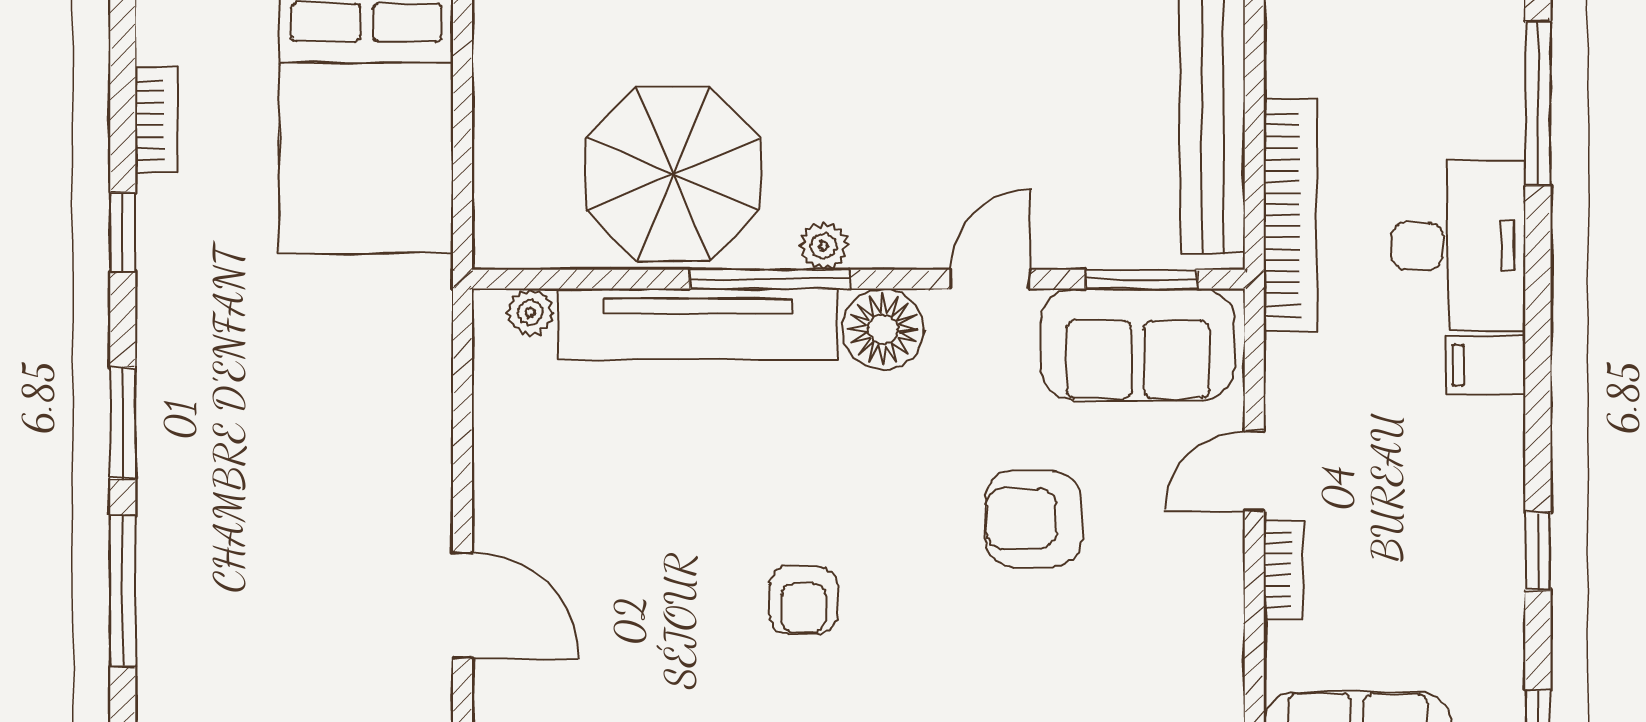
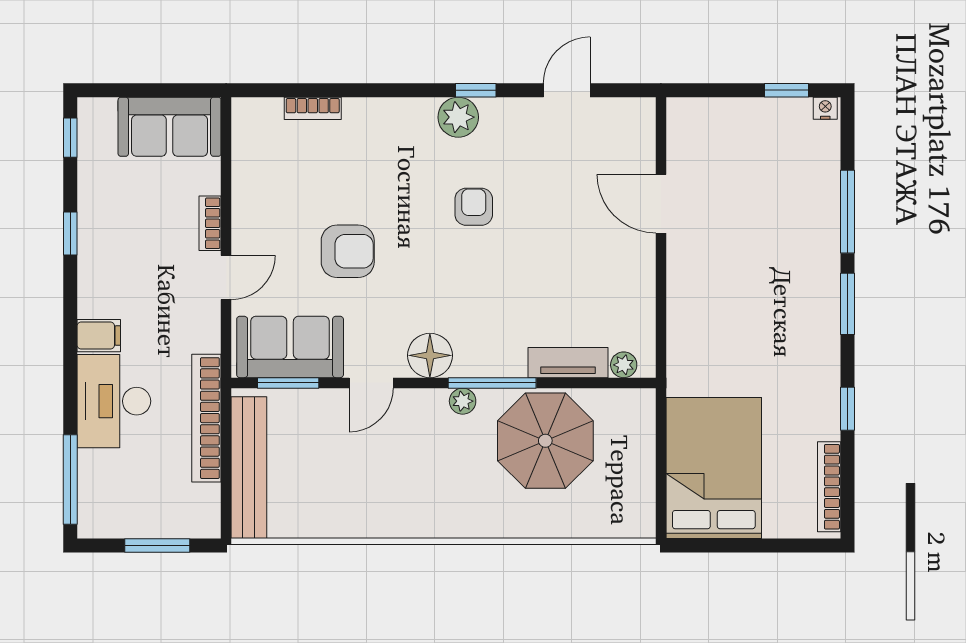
bookcase: (156, 120) -> (829, 487), width x1.56
tv unit: (698, 324) -> (568, 363), width x0.52, depth x0.78

